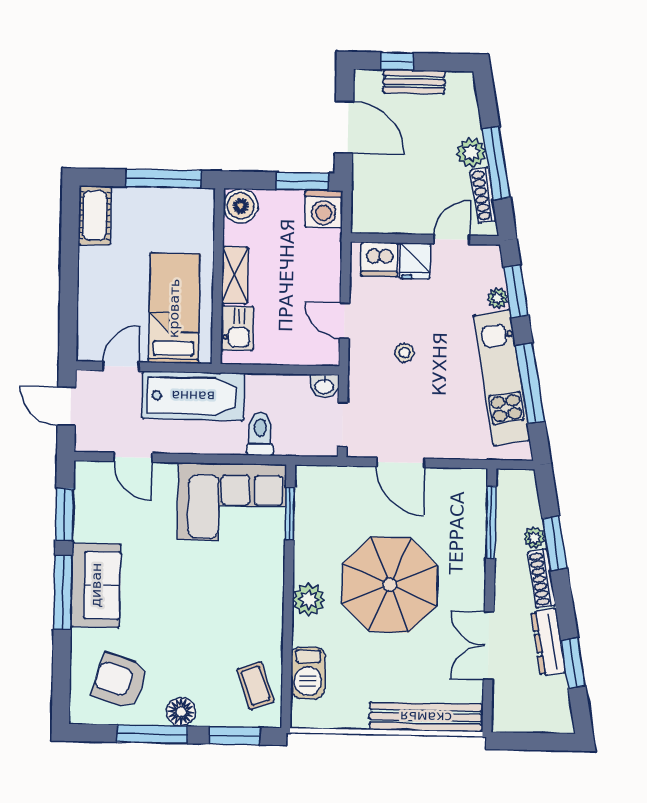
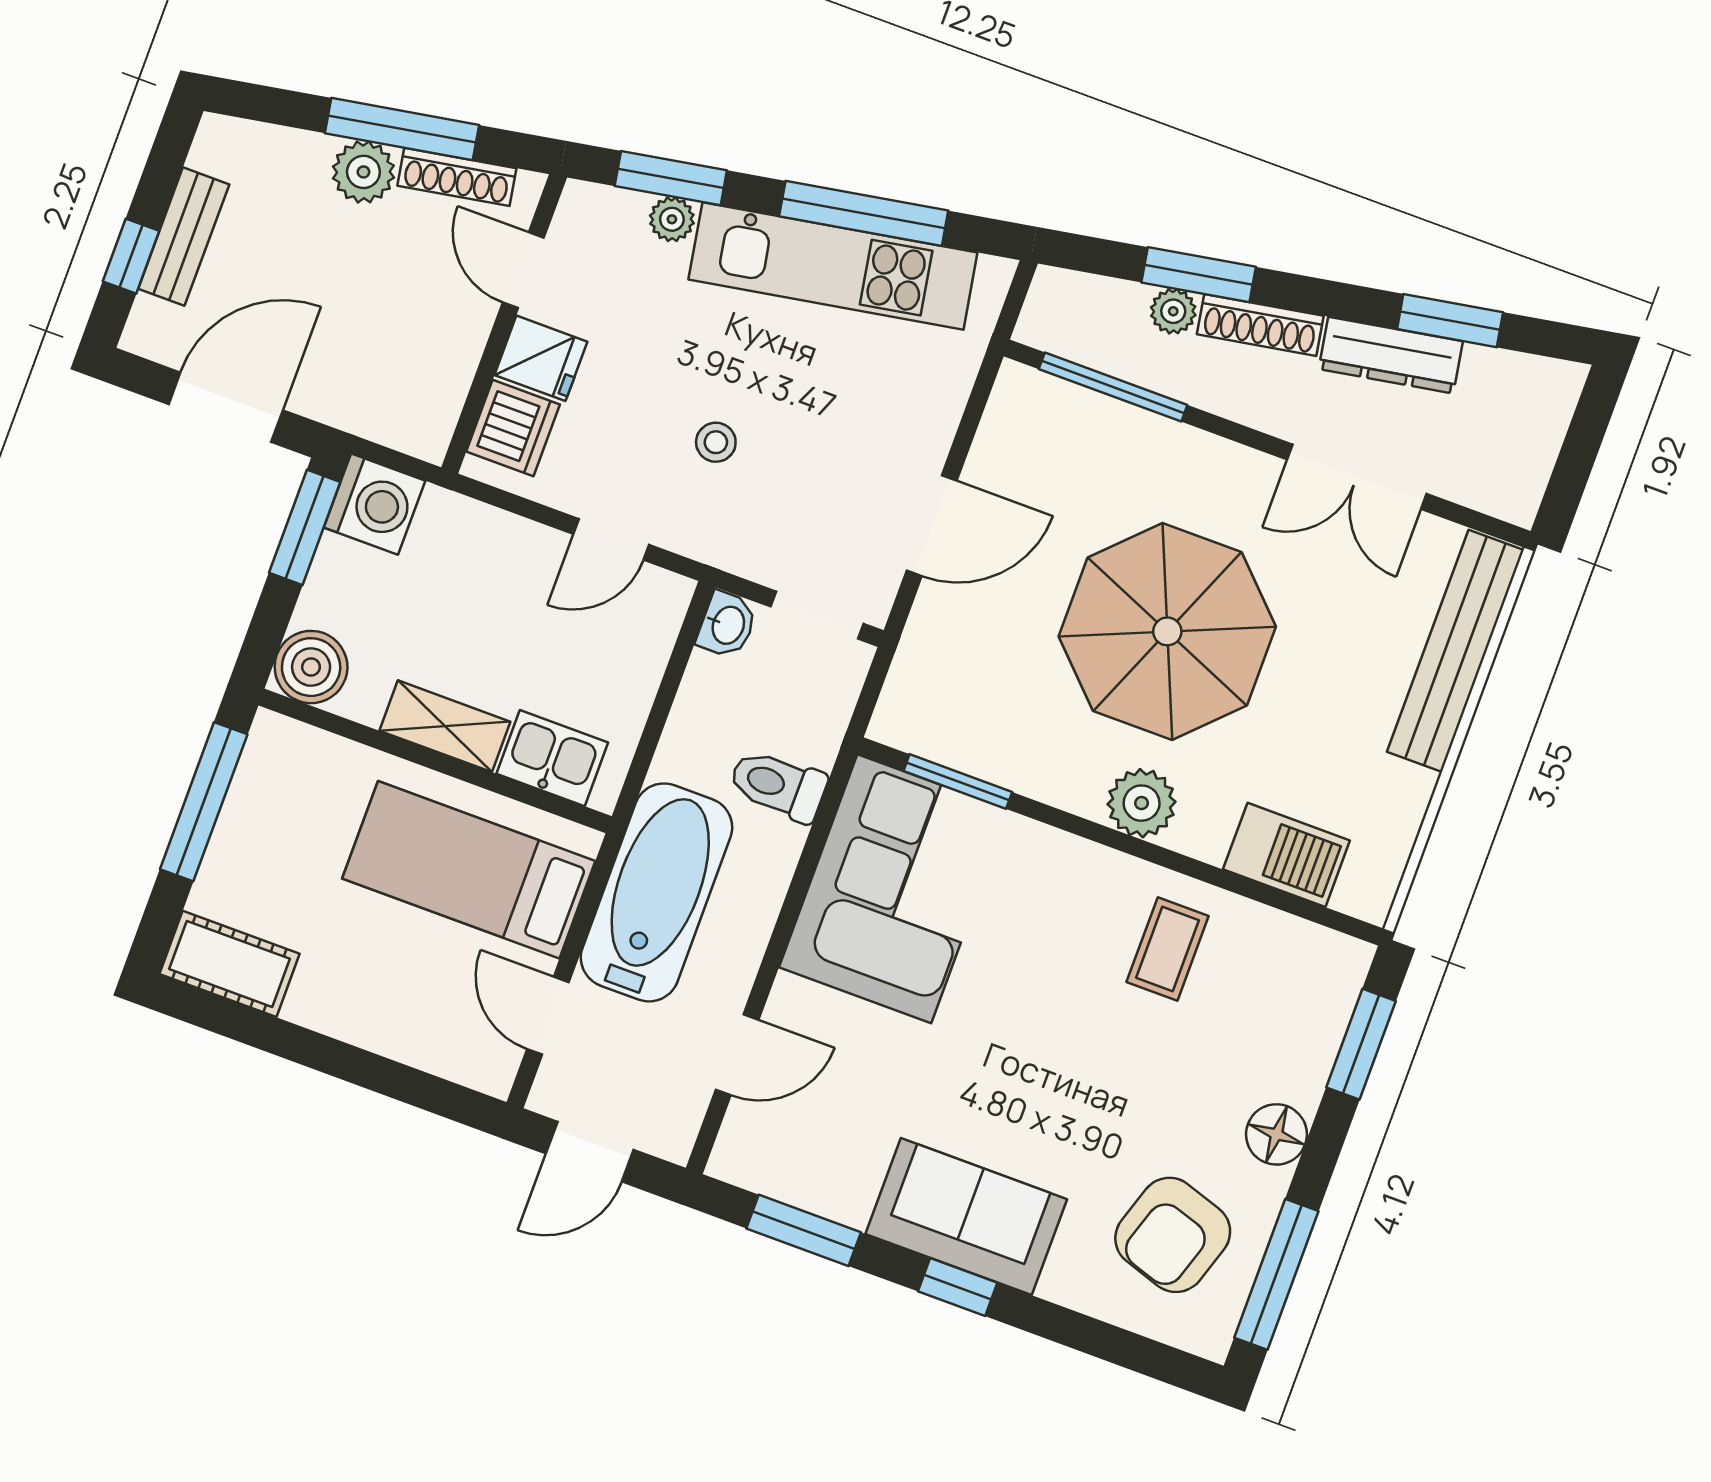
window: (63, 592) -> (958, 1287), width x0.46
coffee table: (255, 686) -> (1168, 949), moved, turned -71
window: (152, 734) -> (1276, 1274), moved

